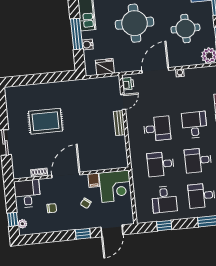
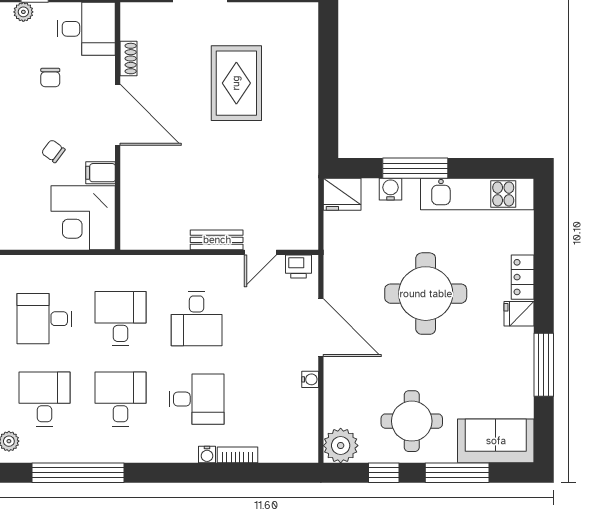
round table: (185, 29) -> (412, 421), moved
fridge: (105, 67) -> (342, 194), moved, turned 90
door: (123, 102) -> (260, 252), hinge flipped

